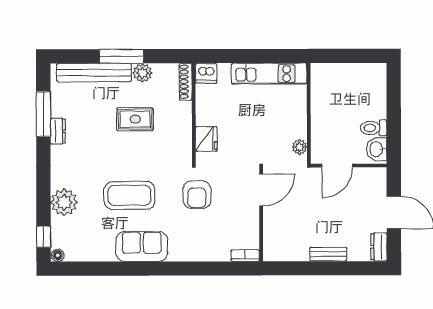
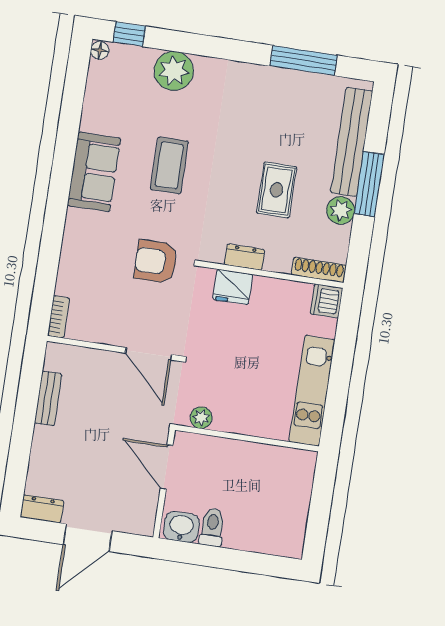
dresser: (58, 131) -> (245, 257), moved, turned 180
coffee table: (129, 195) -> (169, 165), width x0.73, depth x0.76
bench: (328, 254) -> (48, 398), moved

